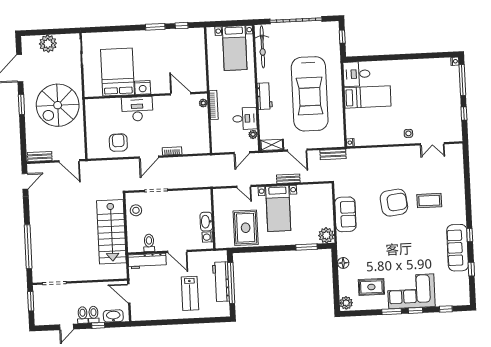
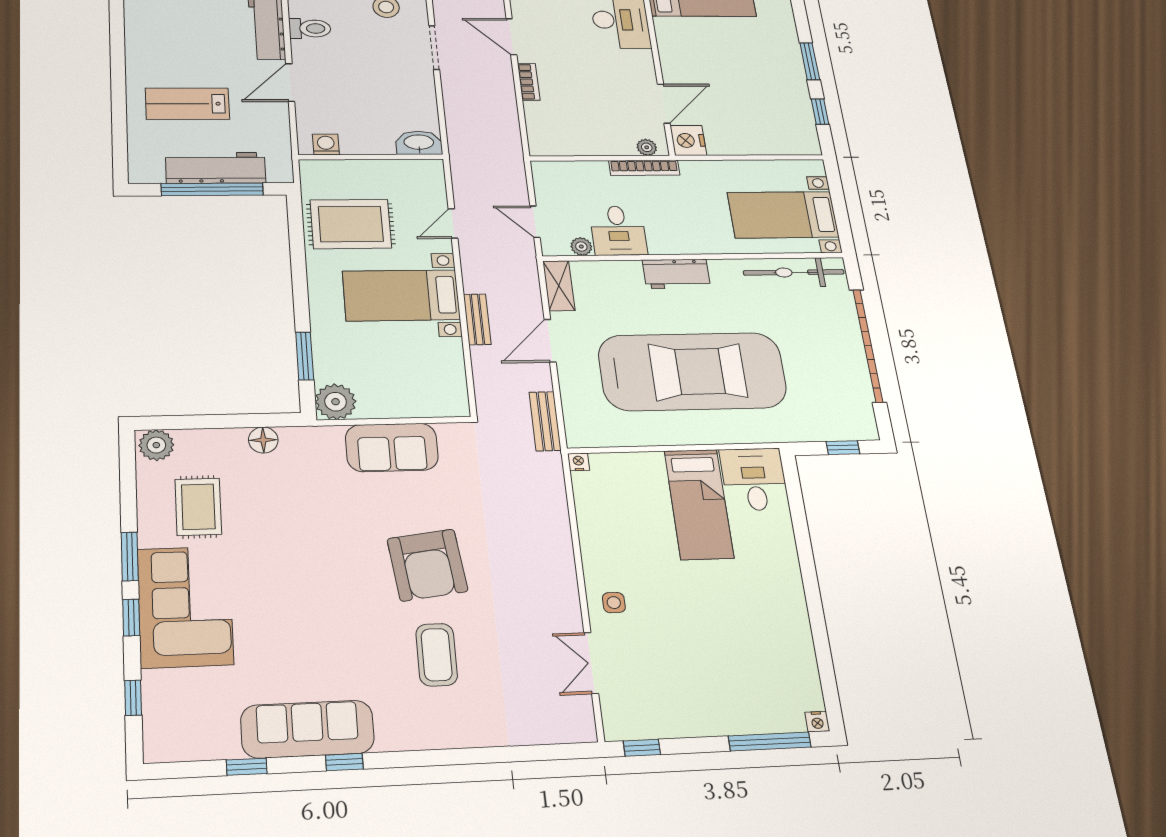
nightstand: (143, 87) -> (688, 140), moved
car: (310, 94) -> (693, 372), turned 180
window: (464, 113) -> (642, 748), moved
washbasin: (206, 222) -> (419, 143), moved

